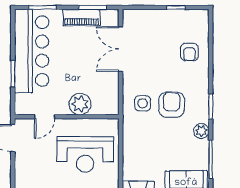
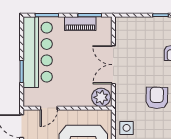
double door: (121, 49) -> (113, 65), moved
side table: (143, 103) -> (127, 128), moved
plant: (80, 104) -> (101, 97), moved

